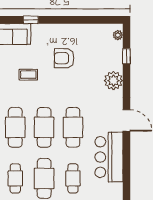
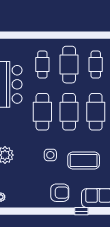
armchair: (64, 58) -> (60, 193), moved
coffee table: (28, 75) -> (84, 160), width x1.86, depth x1.72
side table: (64, 81) -> (50, 155), added

